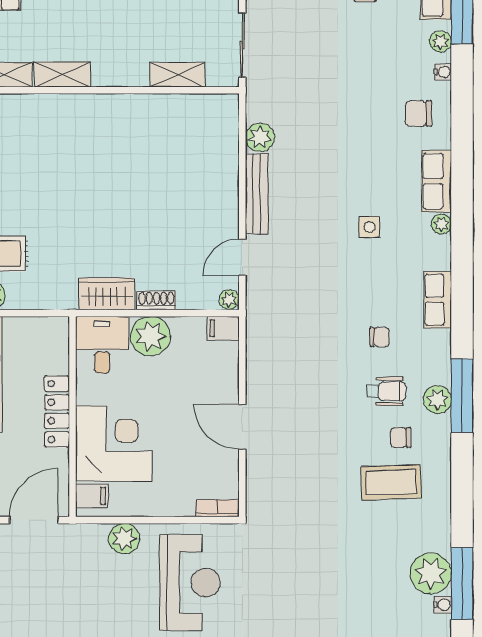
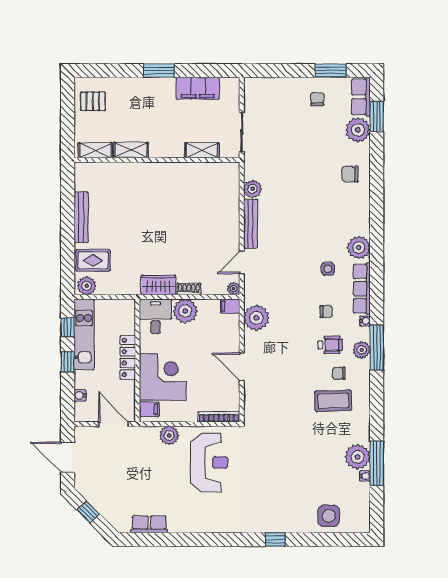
plant: (441, 41) -> (358, 130), width x1.87, depth x1.87
water cooler: (443, 72) -> (365, 321), moved
row of seats: (437, 181) -> (361, 216), removed
plant: (441, 224) -> (359, 248), width x1.88, depth x1.88
side table: (369, 227) -> (328, 269), moved
row of seats: (438, 300) -> (362, 289), width x1.48
plant: (266, 347) -> (256, 318), added
bookcase: (217, 508) -> (219, 417), width x1.56
door: (34, 520) -> (114, 424), hinge flipped

